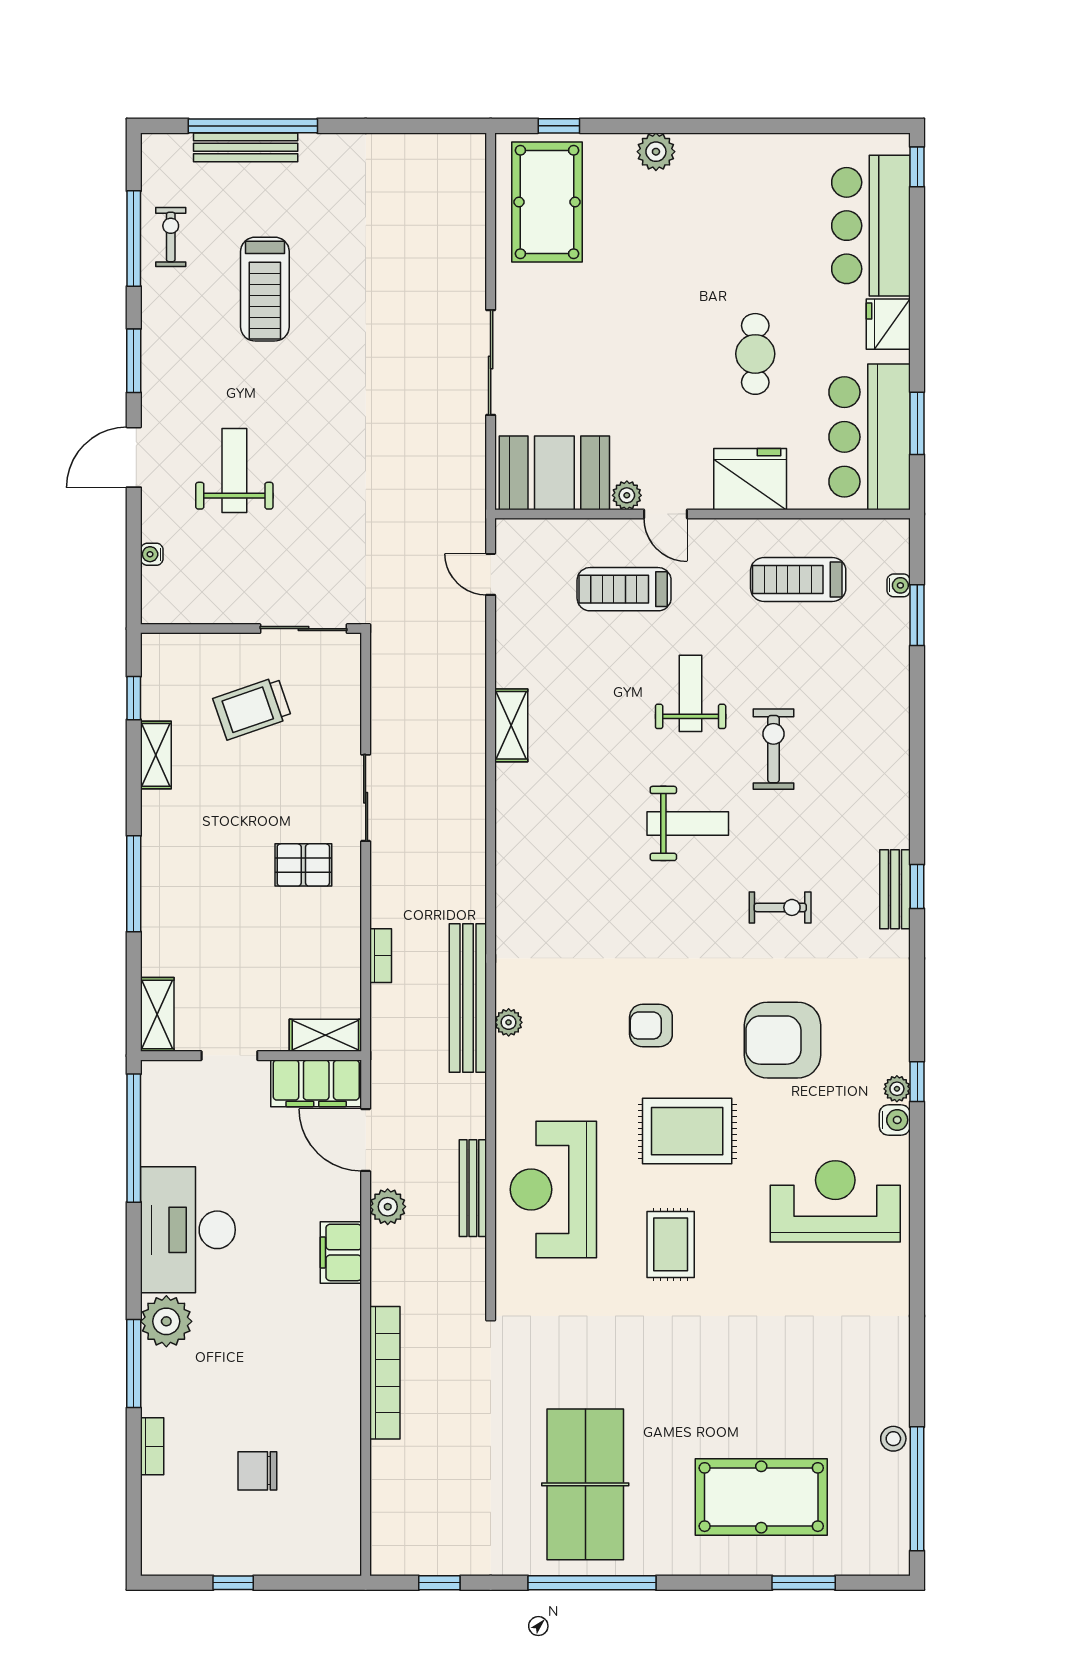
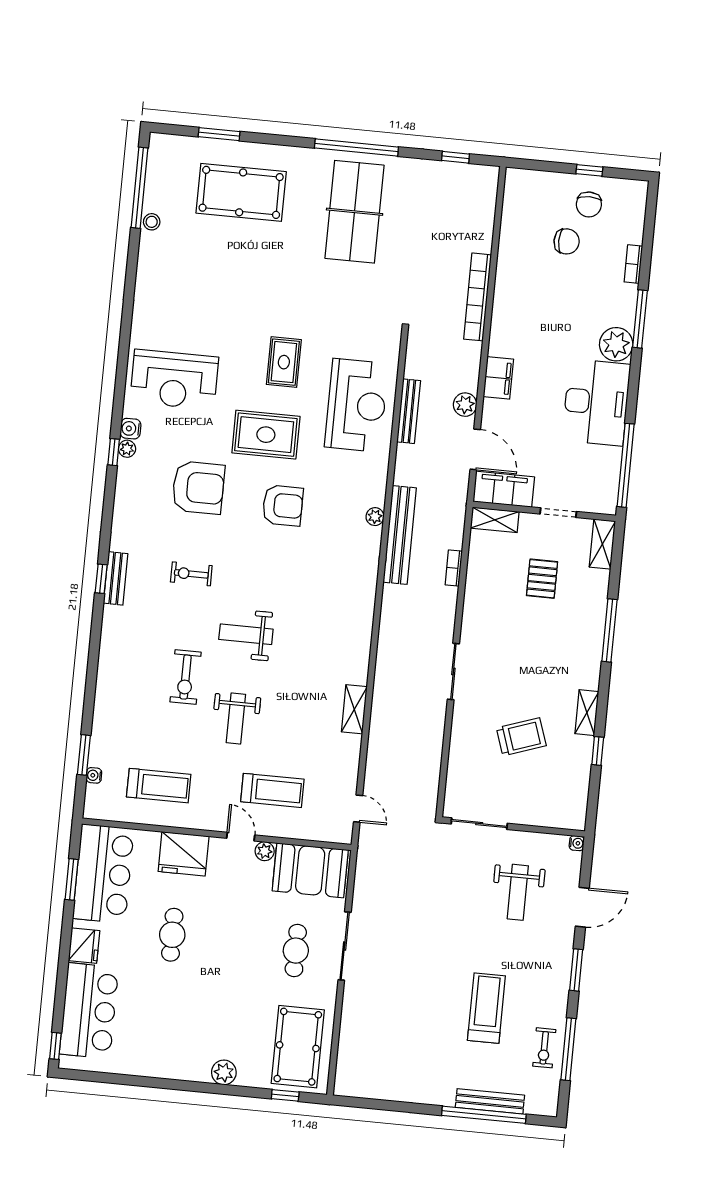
cafe table: (564, 348) -> (296, 951), added
wall: (251, 629) -> (513, 827), moved
sliding door: (303, 629) -> (479, 824), moved
pallet: (303, 865) -> (542, 579), moved, turned 90
armchair: (651, 1026) -> (283, 505), width x1.38, depth x1.38
chair: (229, 1531) -> (589, 204), added

